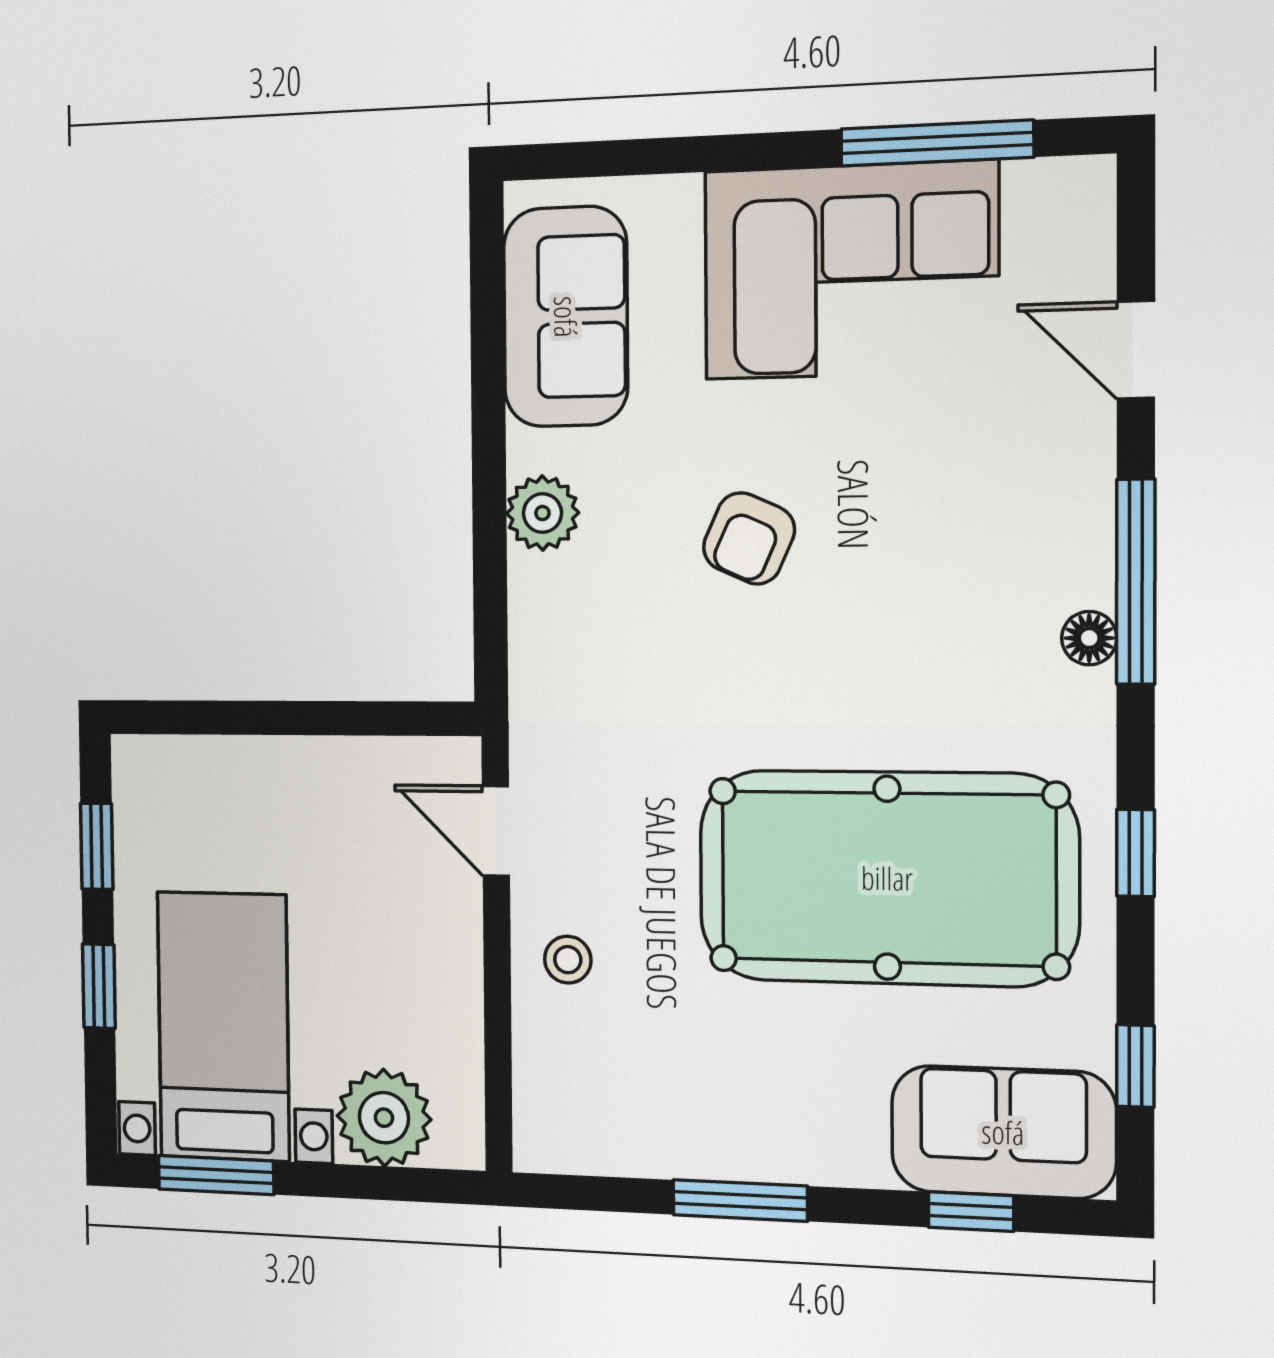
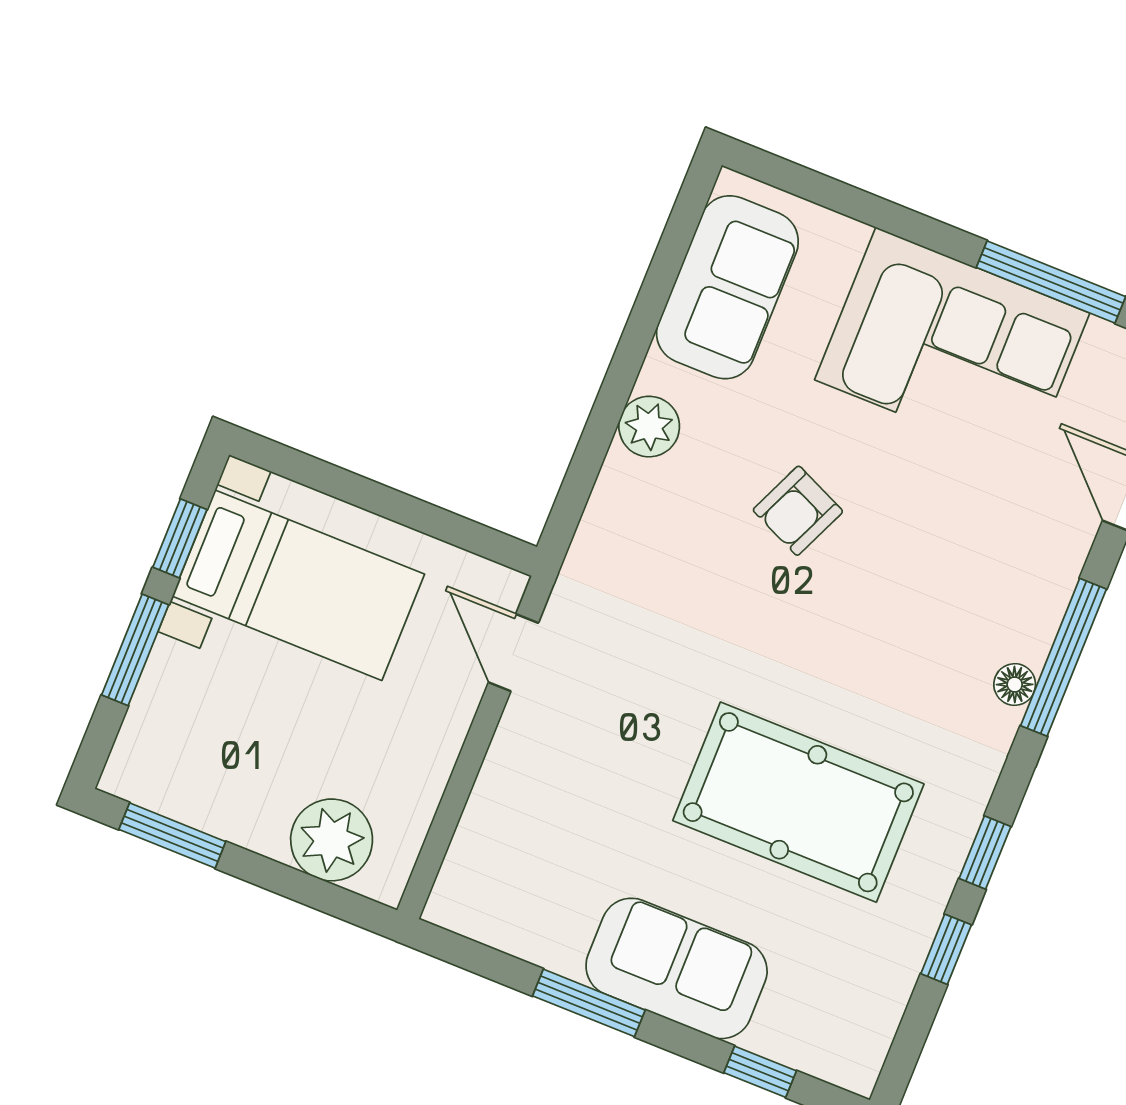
pool table: (887, 878) -> (798, 802), width x0.73, depth x0.76
stool: (568, 960) -> (530, 772), removed
window: (99, 986) -> (135, 650), width x1.50
bed with nightstands: (223, 1026) -> (298, 585), moved, turned 90
window: (1135, 1066) -> (946, 949), moved
sofa: (1003, 1132) -> (677, 968), moved

